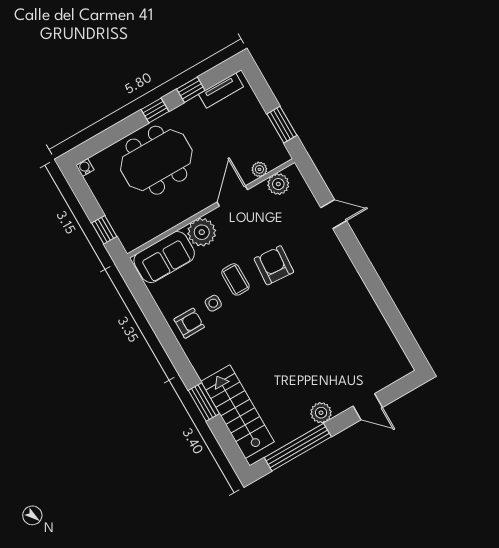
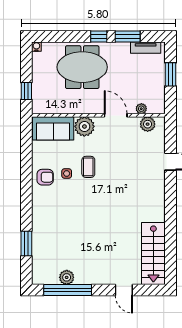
window: (191, 90) -> (128, 37), width x1.50
window: (282, 125) -> (170, 74), moved
door: (232, 196) -> (116, 115), hinge flipped
armchair: (274, 265) -> (117, 172), removed
window: (204, 402) -> (26, 244), moved
stairs: (238, 412) -> (153, 254), moved, turned 180
plant: (321, 413) -> (67, 277), moved

